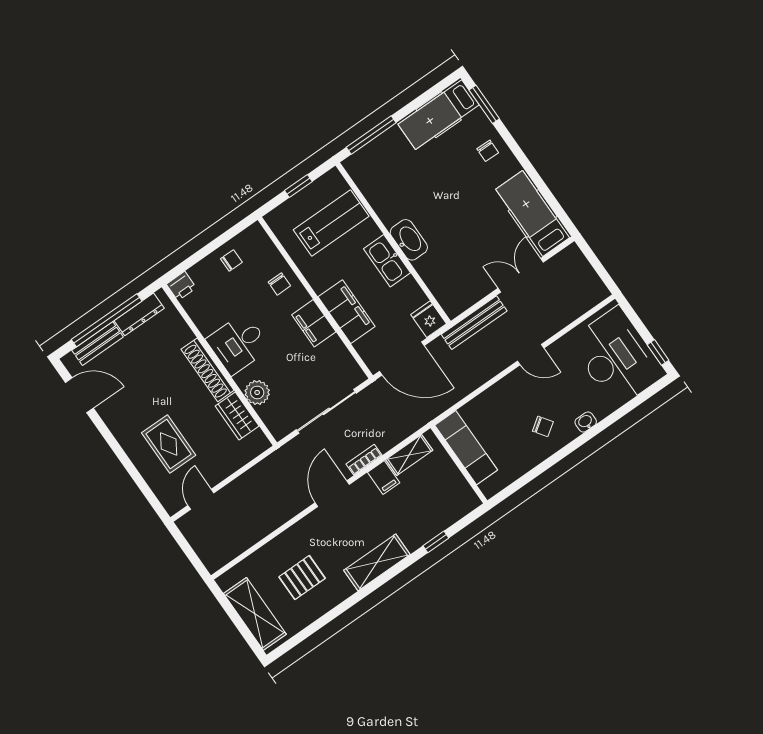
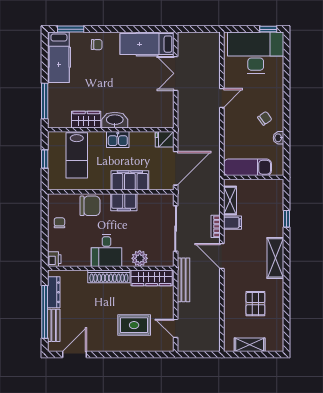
wardrobe: (384, 203) -> (86, 120), added
lab bench: (331, 223) -> (77, 155), turned 180
kitchen sink: (387, 261) -> (118, 140), width x0.73
chair: (279, 284) -> (90, 206), width x1.87, depth x1.87
bench: (474, 323) -> (184, 280), moved
wardrobe: (237, 416) -> (152, 278), width x1.50
washbasin: (586, 422) -> (278, 138), moved
shelving: (255, 614) -> (250, 345), width x0.67, depth x0.75

